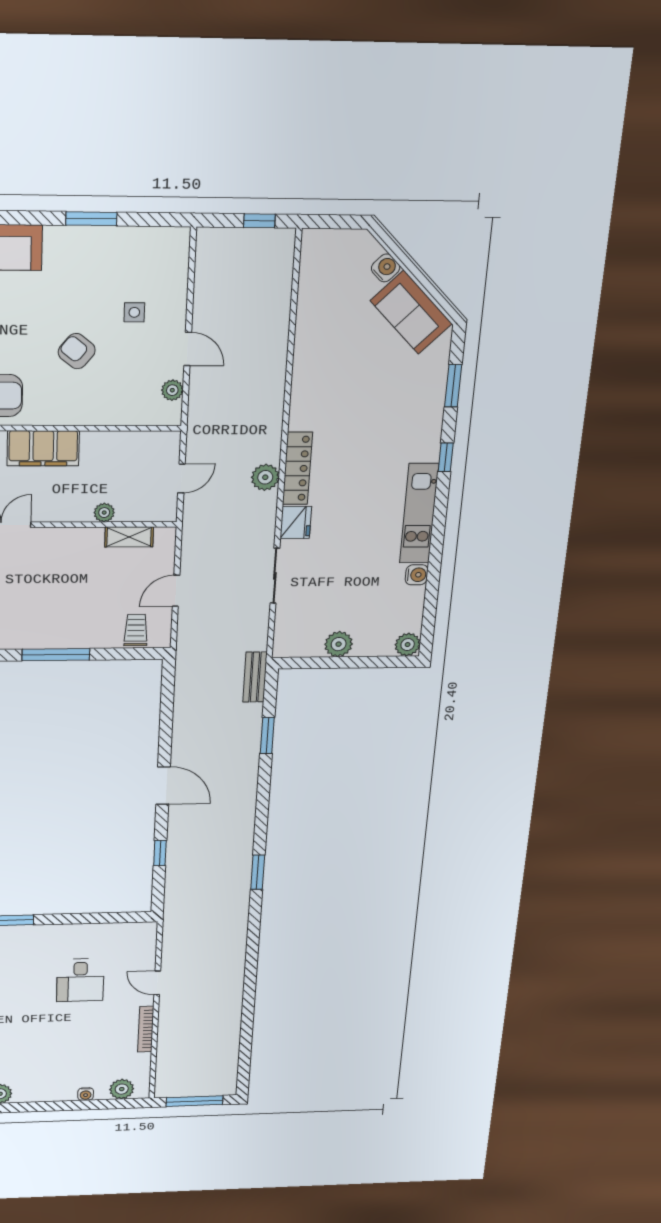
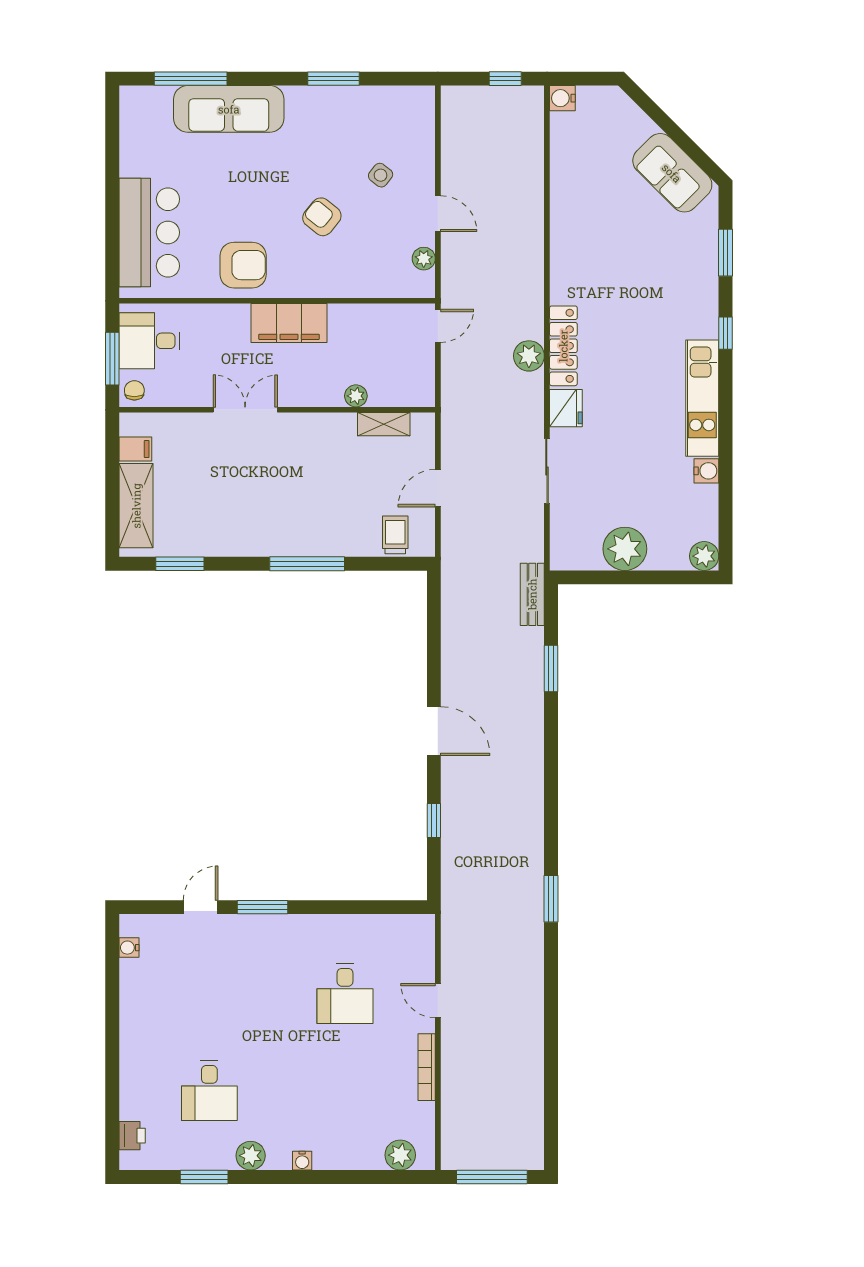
water cooler: (386, 268) -> (562, 98), moved, turned -135
side table: (134, 312) -> (381, 175), turned 38
door: (181, 478) -> (438, 326), moved
plant: (339, 644) -> (625, 549), width x1.36, depth x1.36
window: (258, 872) -> (551, 899), moved
water cooler: (86, 1094) -> (302, 1161), moved

